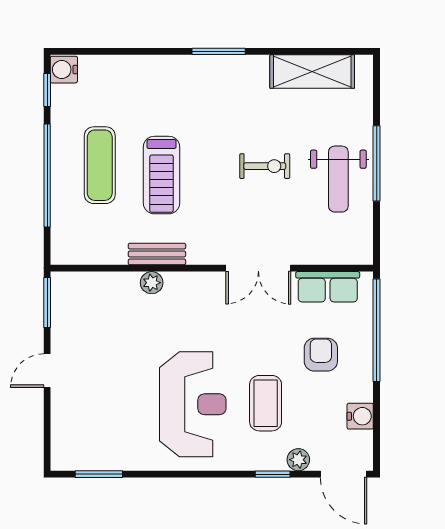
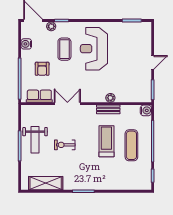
water cooler: (64, 70) -> (146, 110), moved
weight bench: (338, 179) -> (35, 140), turned 180

